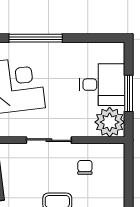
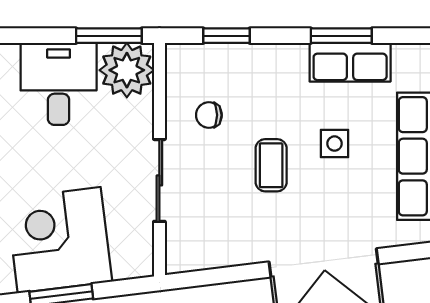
window: (129, 93) -> (109, 36), moved
window: (129, 177) -> (226, 36), added

